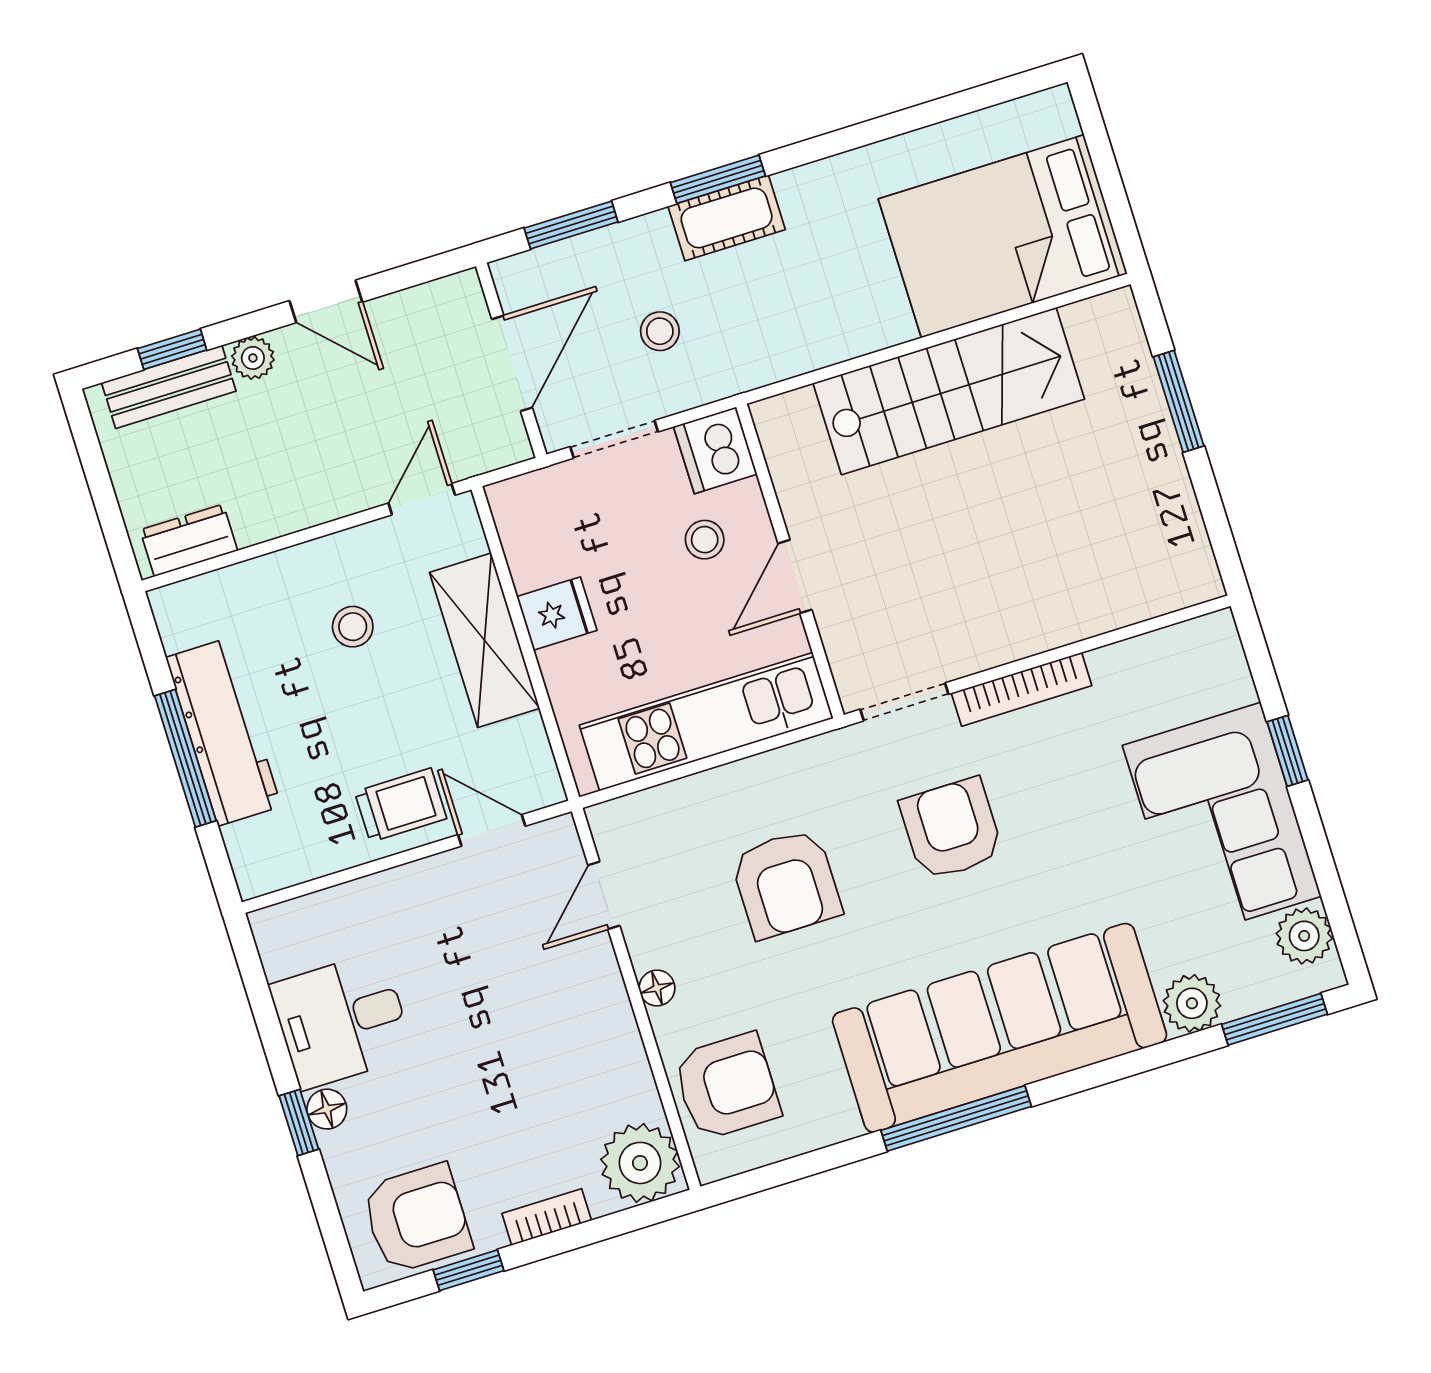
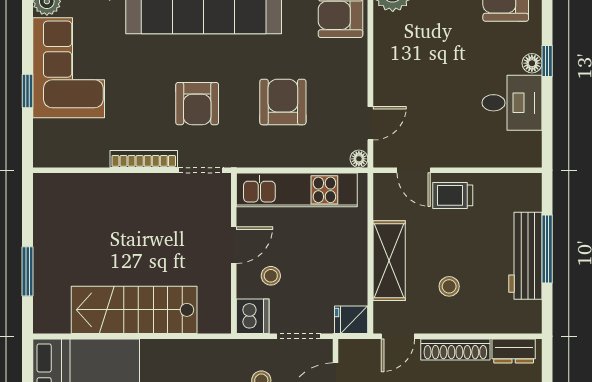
shoe rack: (302, 508) -> (455, 350), added
fridge: (557, 614) -> (351, 320), moved
floor lamp: (657, 988) -> (359, 159), moved

